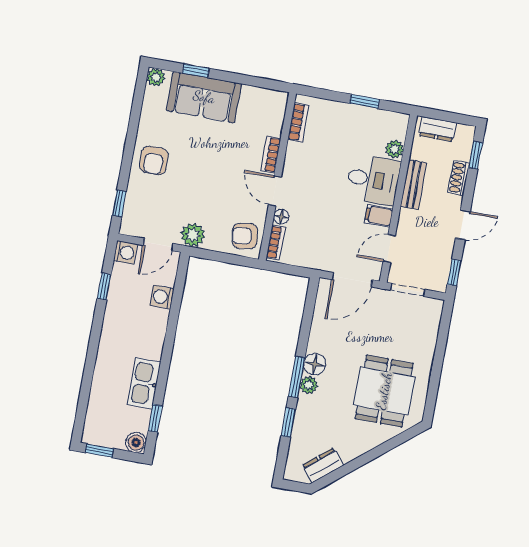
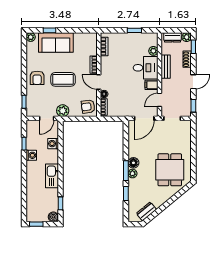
plant: (466, 134) -> (187, 37), added
coffee table: (205, 173) -> (63, 79), added
washing machine: (125, 252) -> (31, 155), moved
kitchen sink: (144, 383) -> (52, 176), moved

